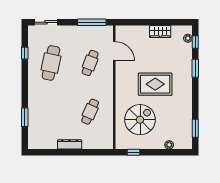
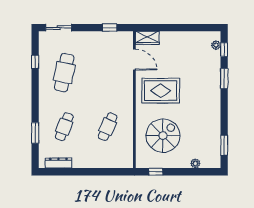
window: (92, 22) -> (110, 28), width x0.46
wardrobe: (160, 32) -> (147, 38), moved
cafe table: (90, 63) -> (64, 127), moved
rug: (155, 84) -> (161, 91), moved
dresser: (70, 144) -> (58, 163), moved

